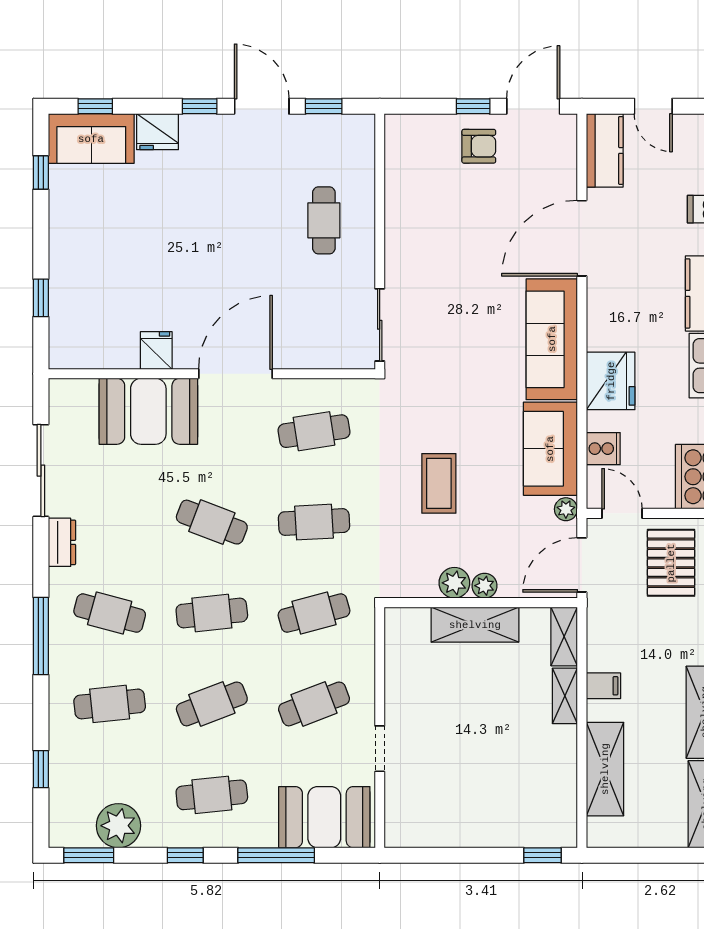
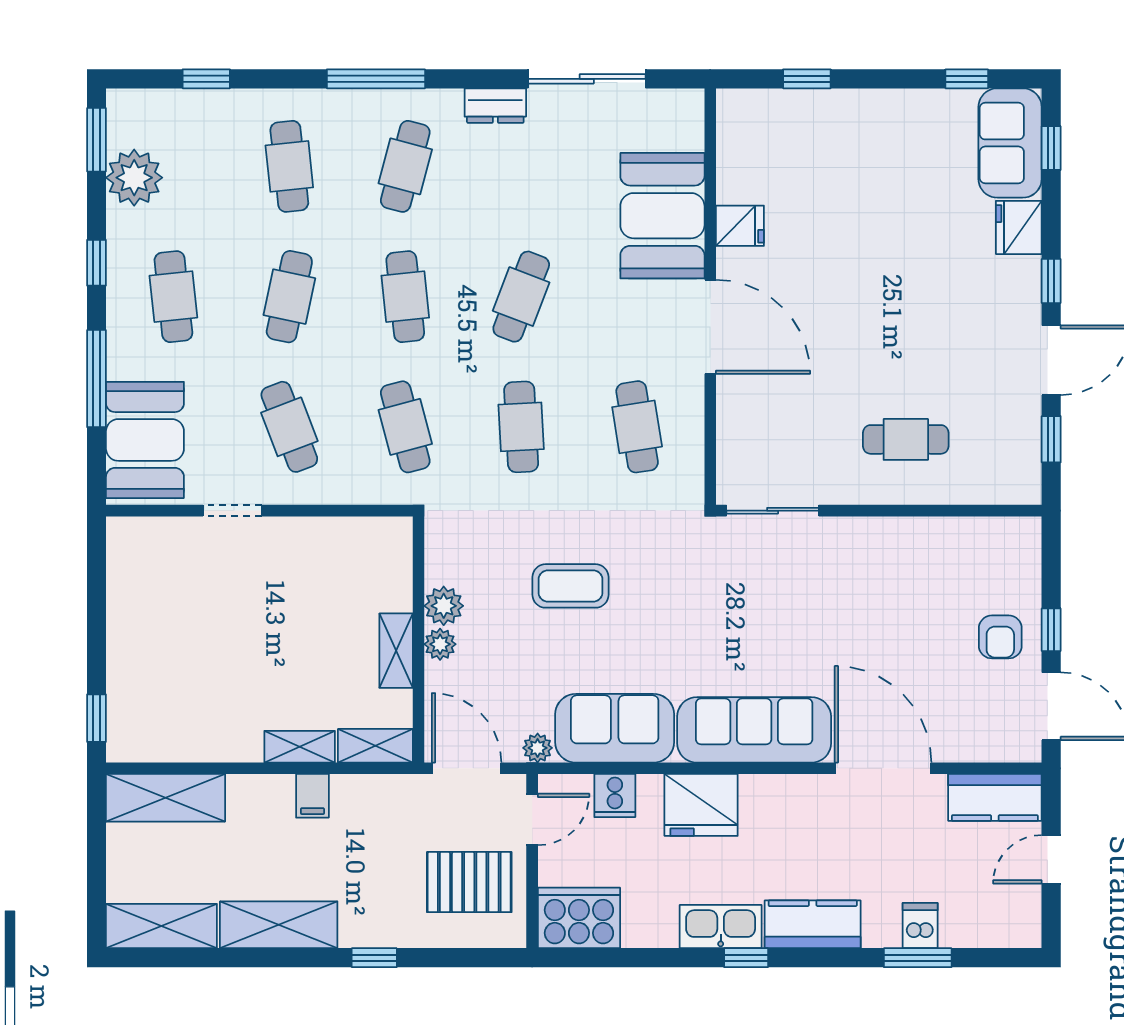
shelving: (475, 625) -> (396, 651), width x0.67, depth x0.75
cafe table: (212, 704) -> (289, 297), turned 33
shelving: (605, 769) -> (166, 798), moved

